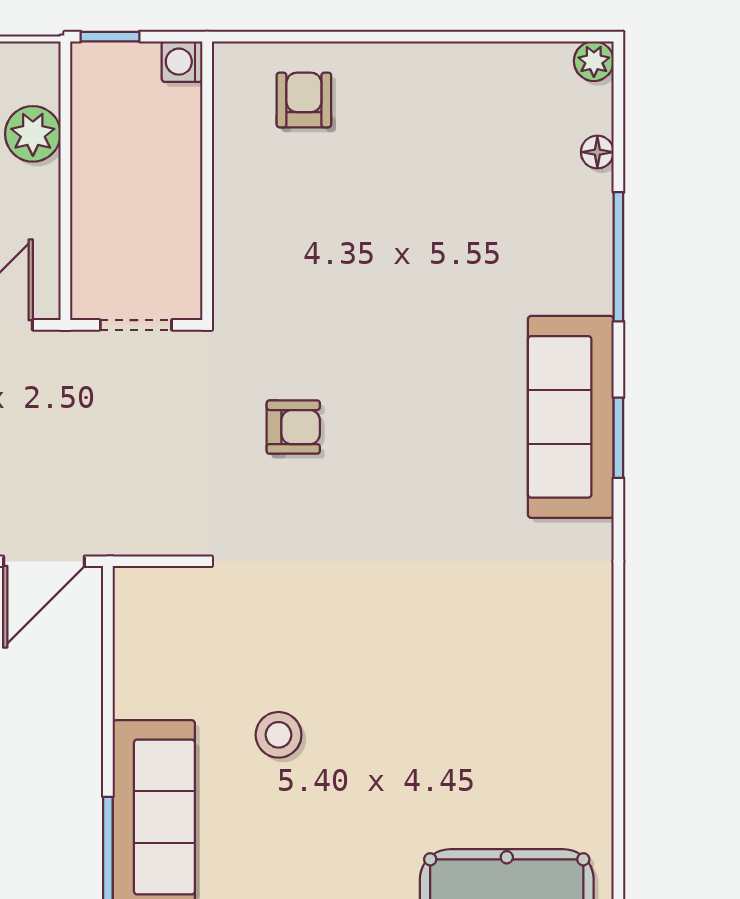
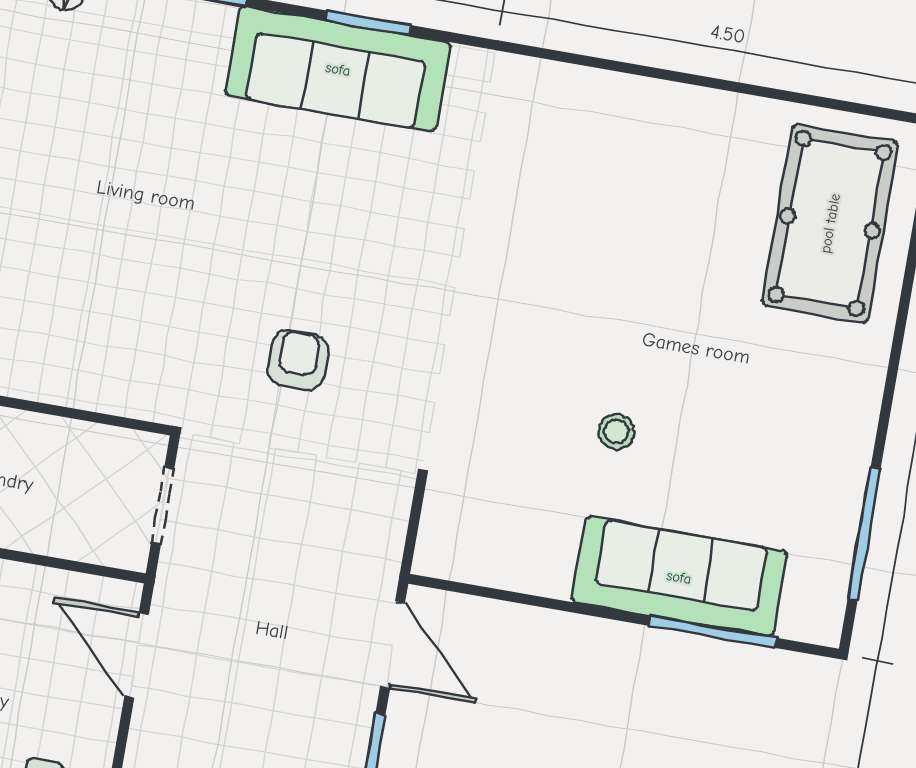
stool: (279, 735) -> (616, 432), width x0.73, depth x0.73

